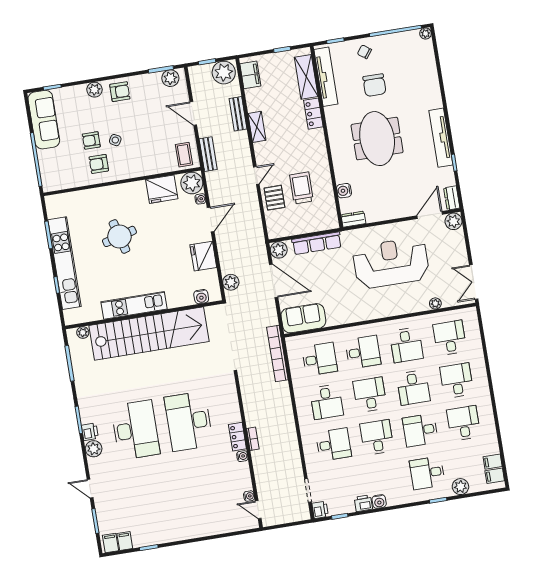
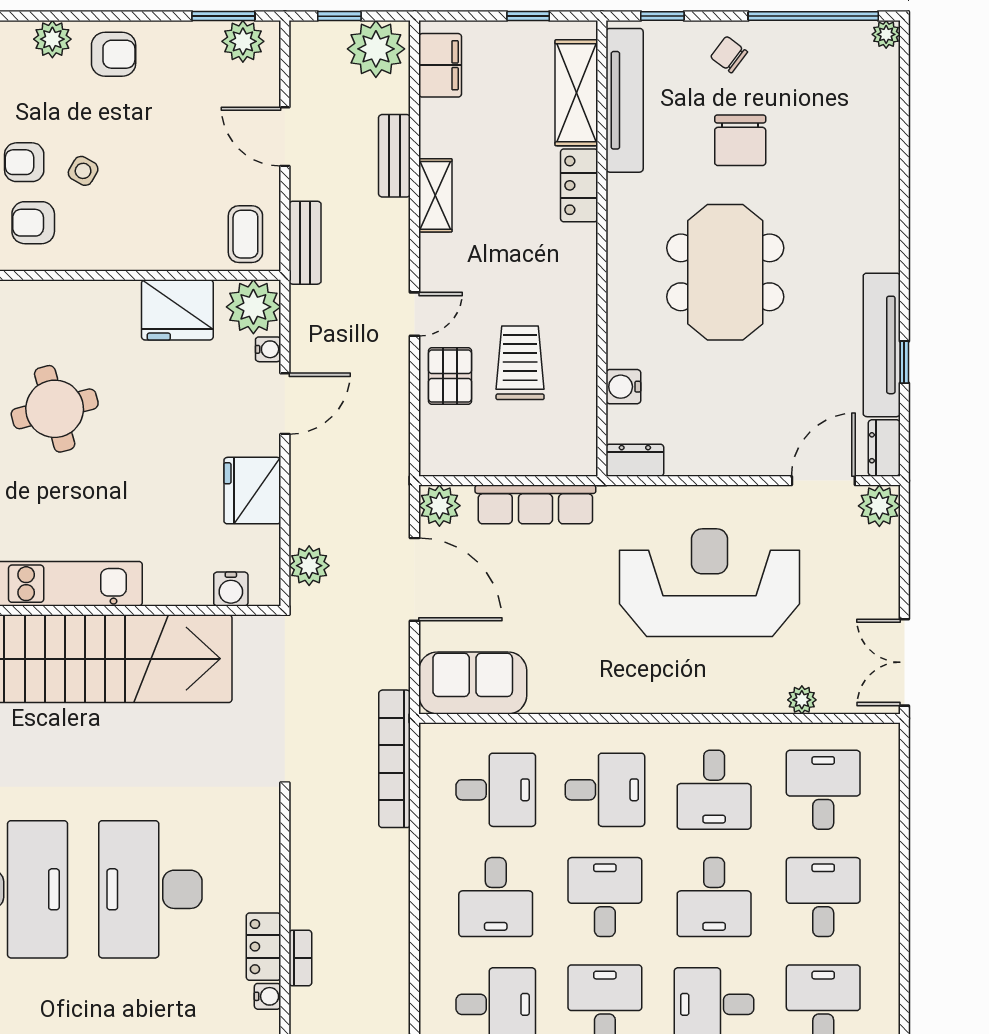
tv unit: (441, 138) -> (882, 345), moved

